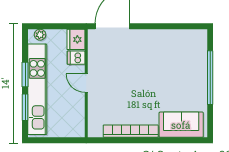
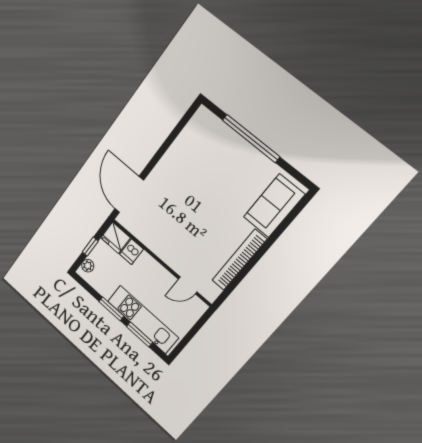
window: (55, 26) -> (90, 247), added
door: (86, 83) -> (188, 285), moved
kitchen unit: (37, 89) -> (143, 319), width x0.73

